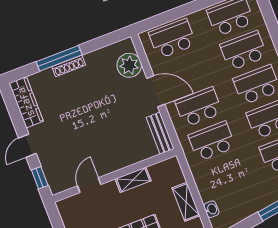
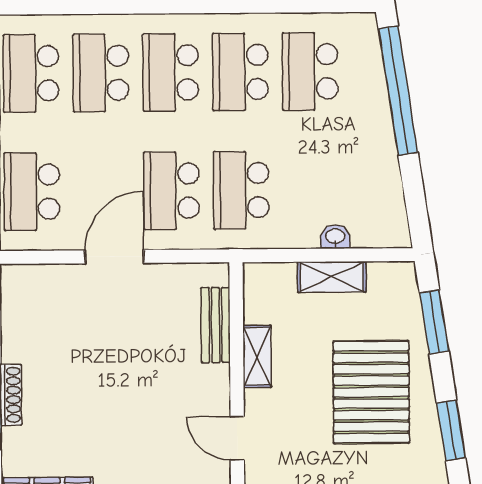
plant: (129, 65) -> (50, 287), removed
bench: (160, 133) -> (216, 325), moved, turned 90
washbasin: (211, 209) -> (335, 237), moved

